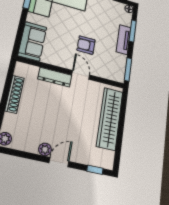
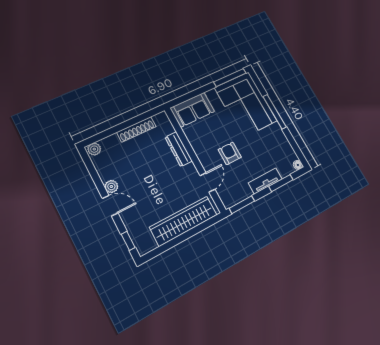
door: (81, 75) -> (207, 182), moved

